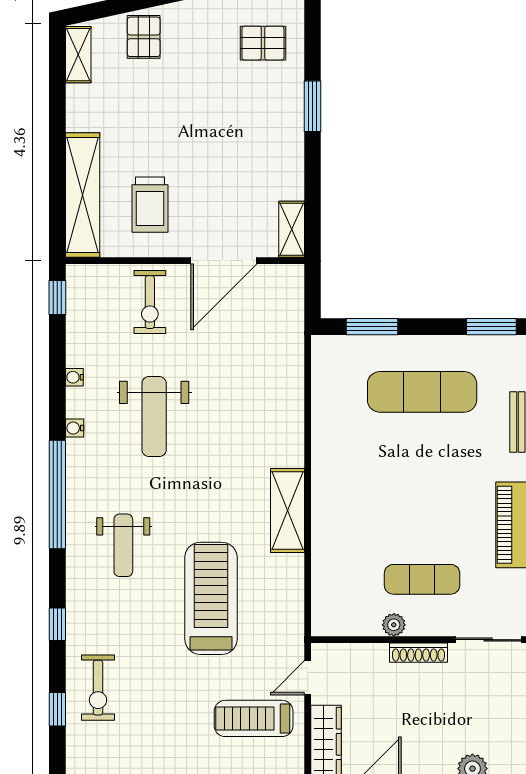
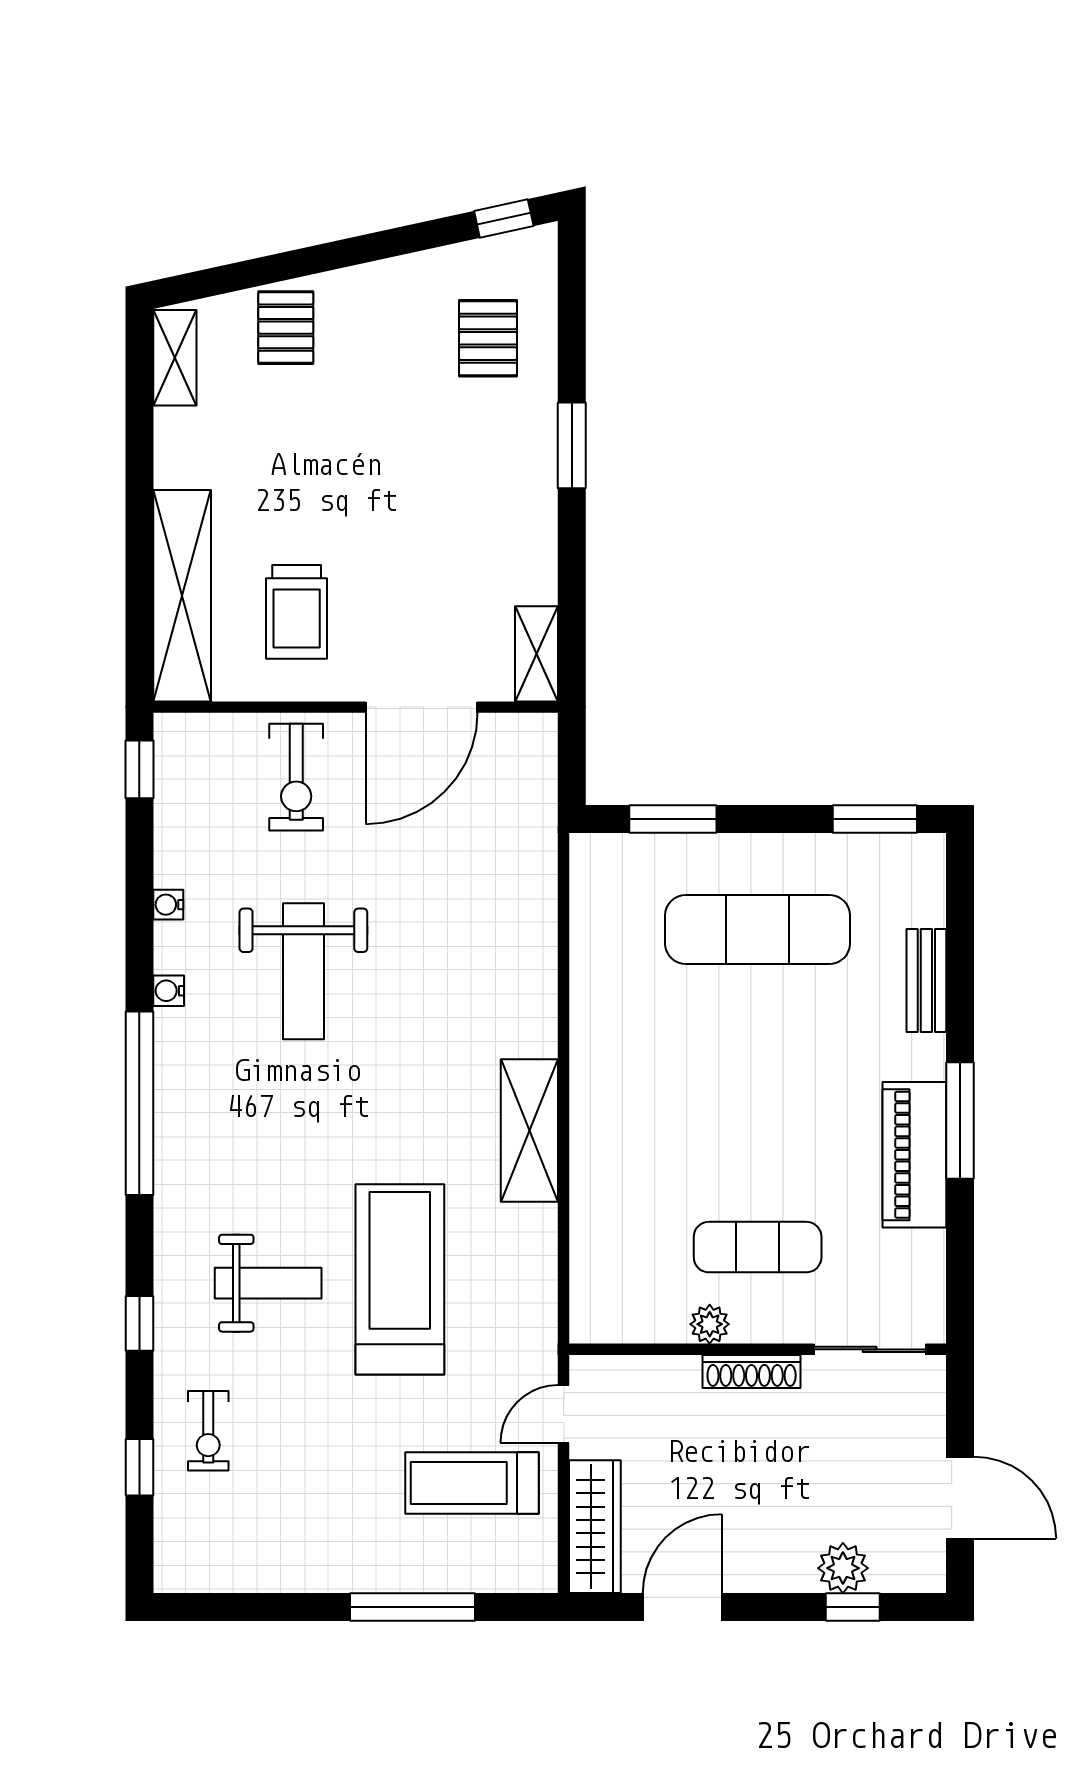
pallet: (263, 43) -> (488, 338), turned 90
weight bench: (123, 545) -> (268, 1283), moved, turned -90
exercise bike: (98, 688) -> (208, 1431), width x0.73, depth x0.72

